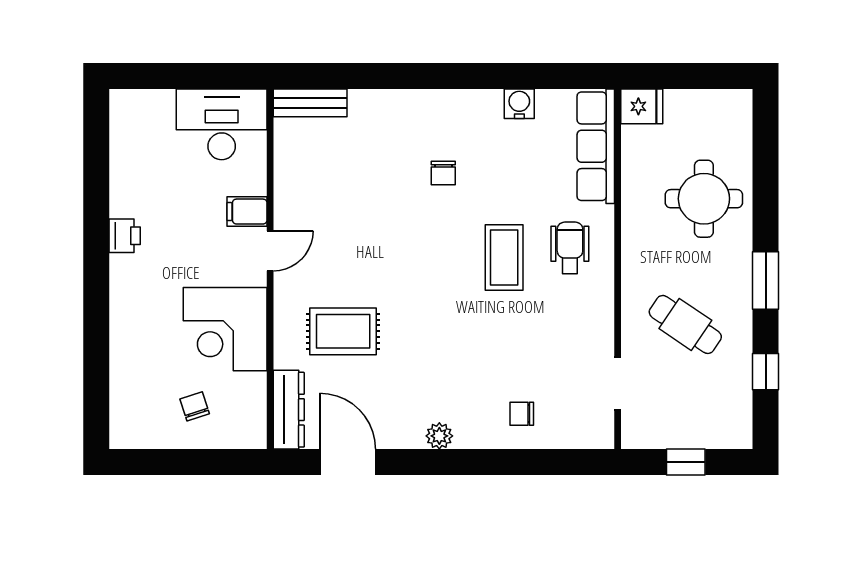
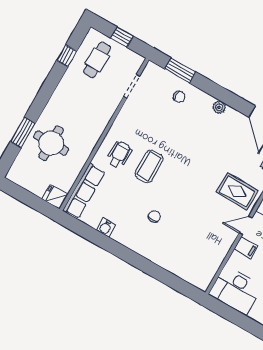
bench: (310, 103) -> (193, 278), removed
wheelchair: (570, 248) -> (119, 155), turned 180
window: (766, 280) -> (23, 132), moved
cafe table: (685, 324) -> (97, 60), moved, turned 56
rug: (343, 331) -> (237, 191), moved
window: (547, 462) -> (180, 70), added

